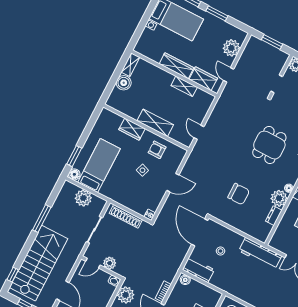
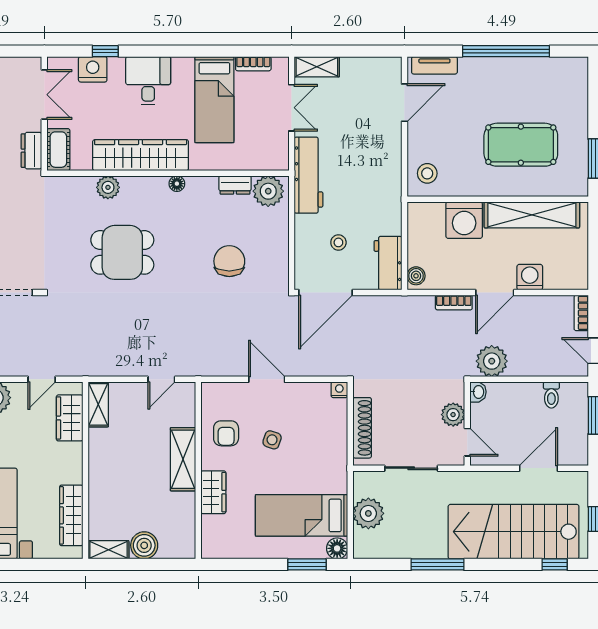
wardrobe: (176, 66) -> (71, 515), moved
shelving: (184, 86) -> (98, 404), moved
plant: (279, 198) -> (268, 191), moved

